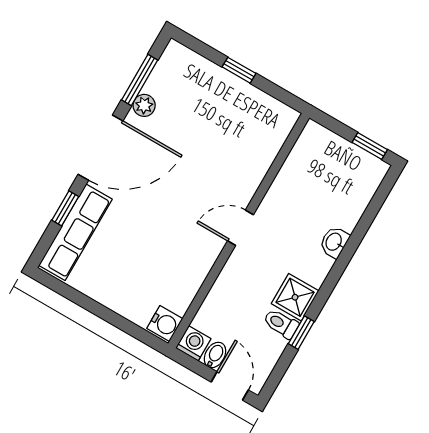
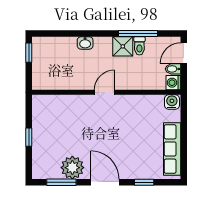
plant: (144, 105) -> (72, 168), width x1.88, depth x1.88
door: (100, 148) -> (105, 182), width x0.73
door: (240, 228) -> (104, 92), swing flipped
row of seats: (76, 232) -> (172, 149), moved, turned -90
window: (301, 333) -> (138, 34), width x2.17

